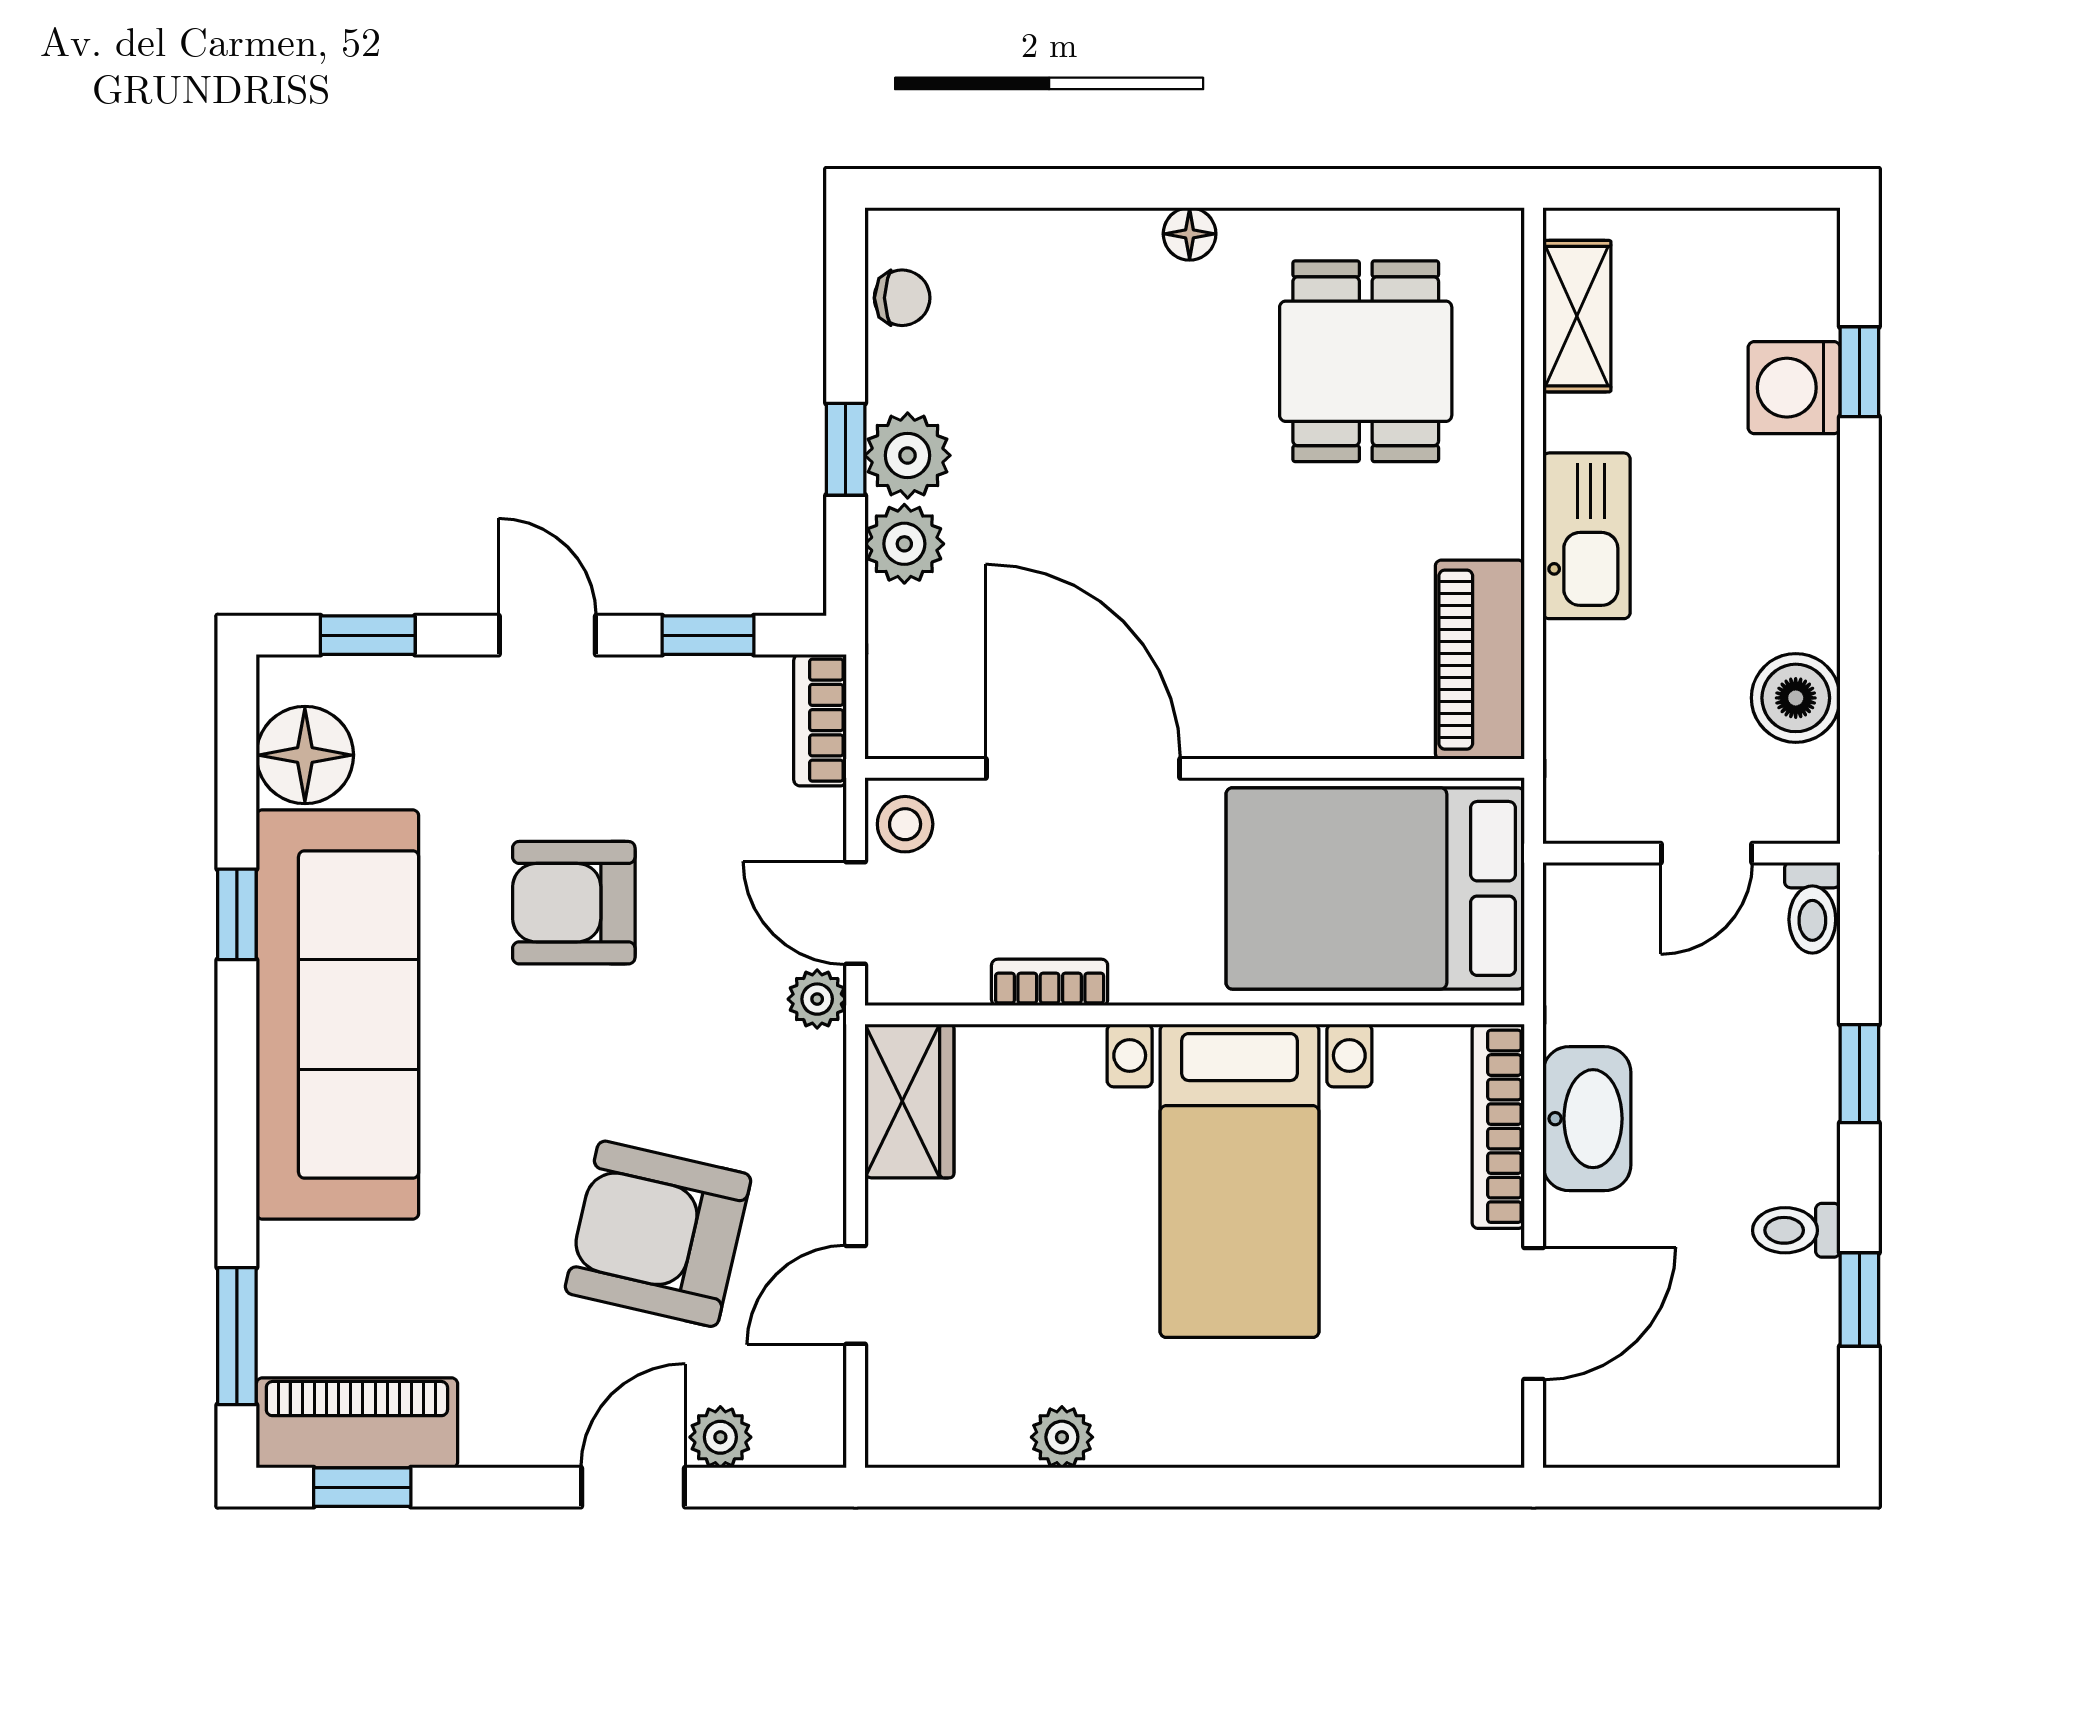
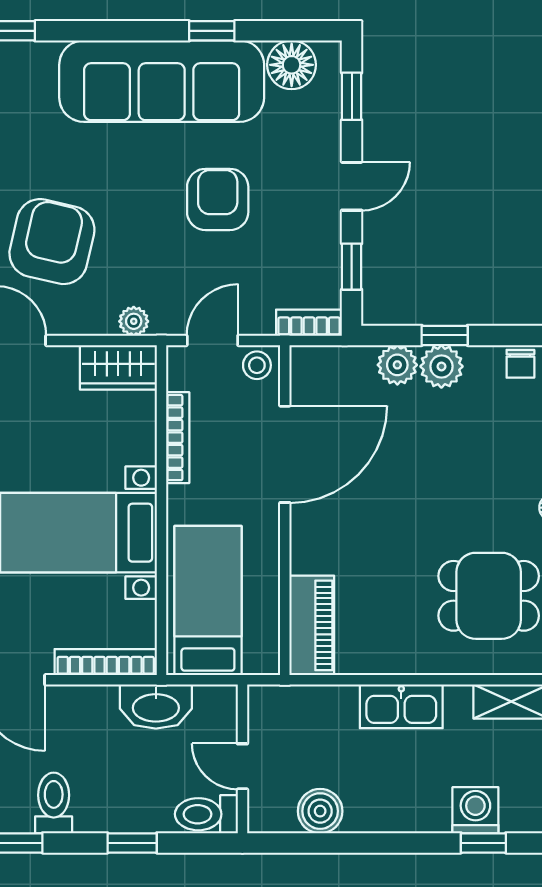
piano: (1480, 660) -> (312, 625), moved, turned 90
bed: (1375, 888) -> (208, 601), width x0.67
toilet: (1812, 908) -> (206, 814), width x1.37, depth x1.39
bookcase: (1050, 982) -> (178, 438), width x1.56
plant: (817, 999) -> (134, 321), moved
washbasin: (1587, 1119) -> (156, 707), moved
toilet: (1796, 1230) -> (54, 803), width x1.37, depth x1.39

